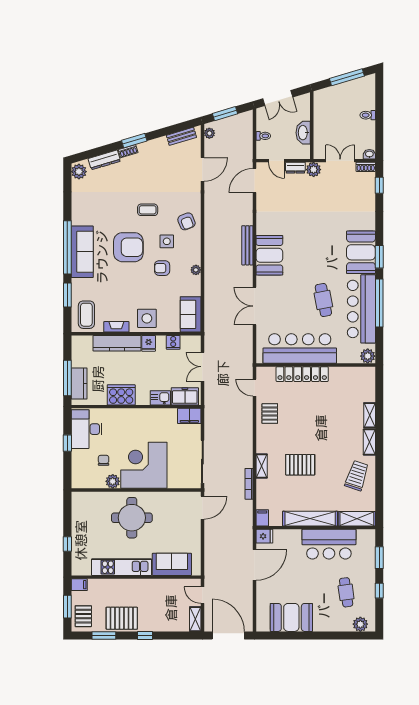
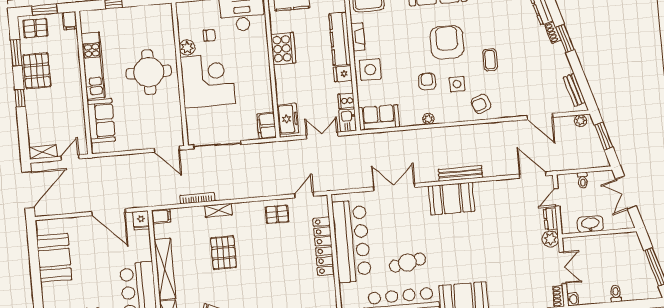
armchair: (128, 247) -> (447, 42), turned 180
kitchen sink: (160, 398) -> (348, 120), moved, turned 180

